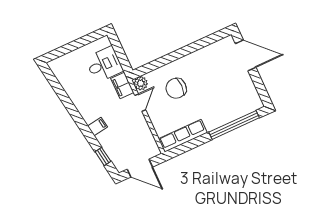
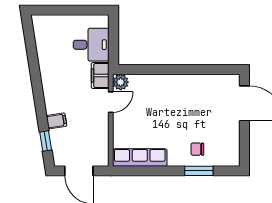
chair: (176, 88) -> (197, 149), moved, width x0.54, depth x0.54
window: (234, 125) -> (199, 171), width x0.47
filing cabinet: (98, 127) -> (57, 121), moved

